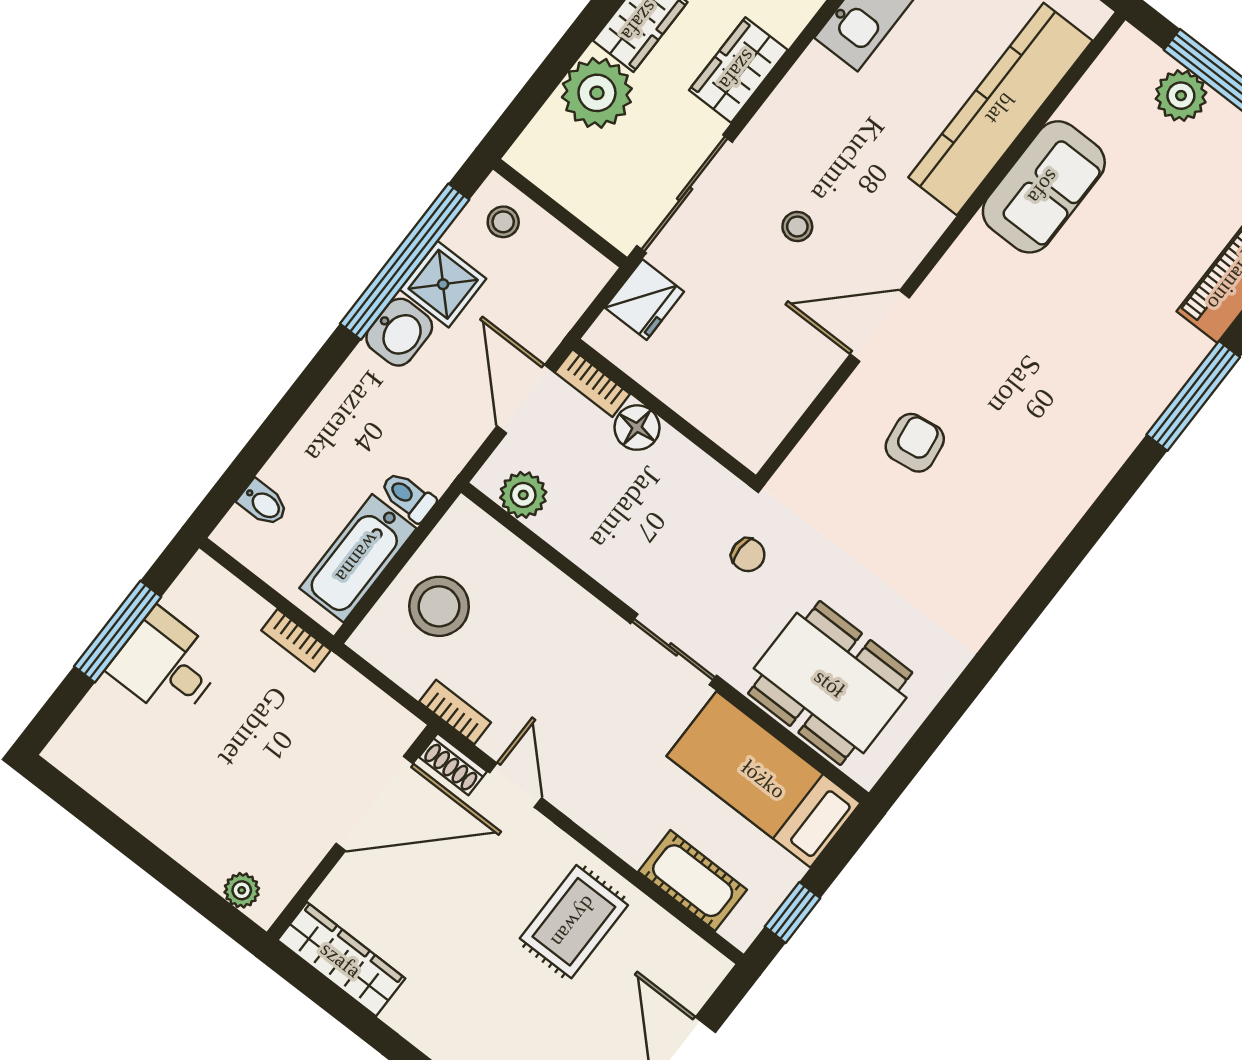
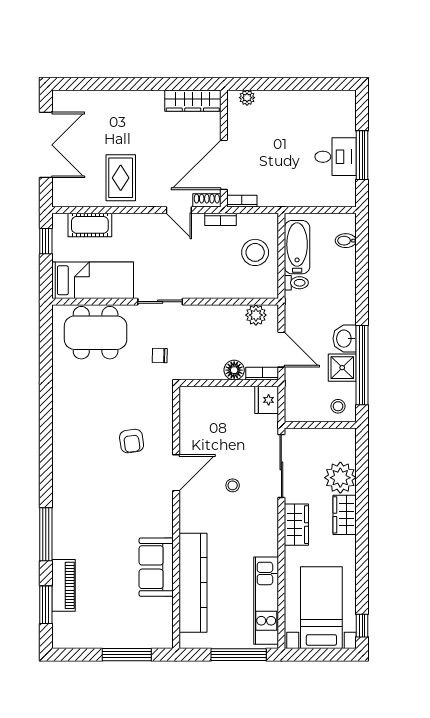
plant: (1181, 96) -> (133, 637), removed
fridge: (644, 300) -> (267, 400), moved
bookcase: (296, 640) -> (242, 201), moved

